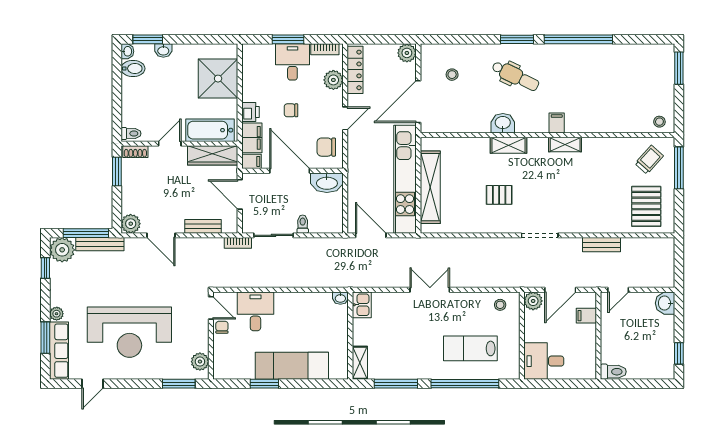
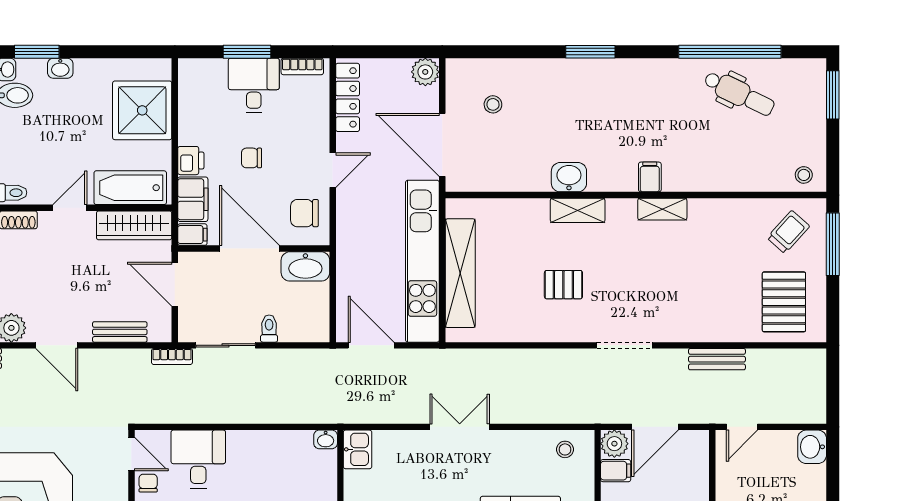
window: (578, 39) -> (730, 52), moved
dental chair: (515, 76) -> (739, 94), moved
plant: (333, 80) -> (315, 113), removed
door: (418, 102) -> (442, 145), hinge flipped
filing cabinet: (586, 316) -> (616, 471), moved, turned 180

